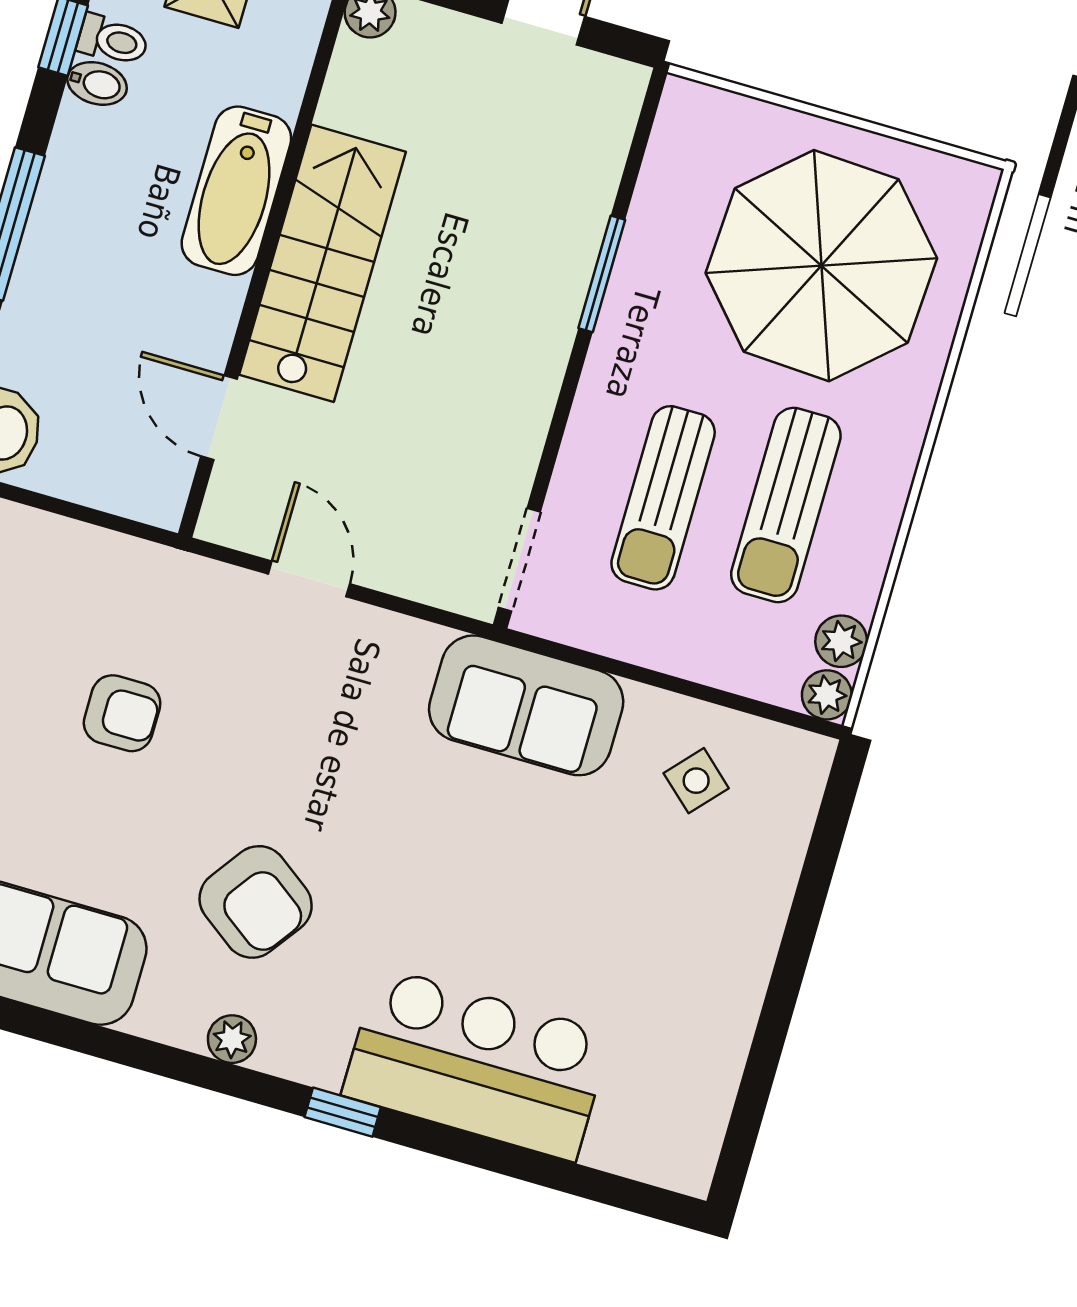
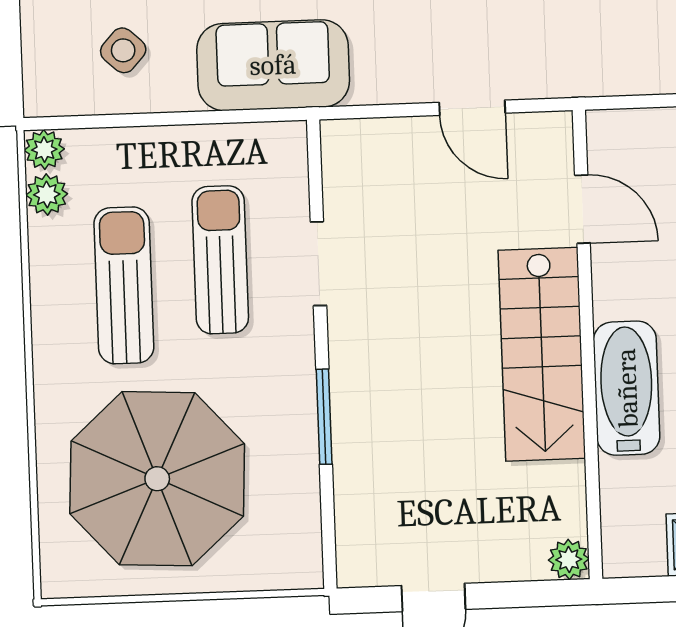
doorway: (519, 560) -> (318, 264), moved

